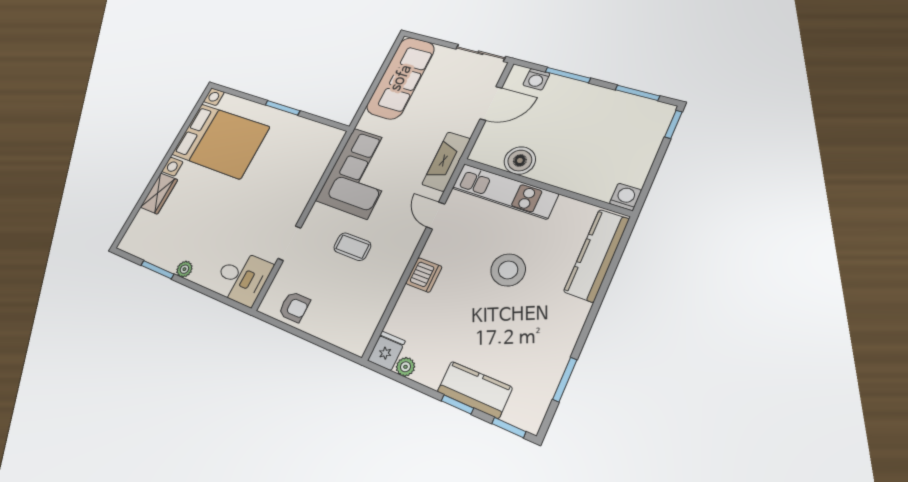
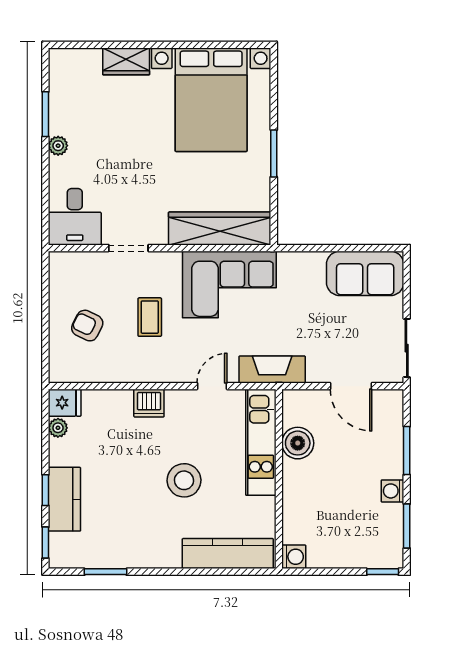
sofa: (401, 78) -> (365, 273), width x0.73
washing machine: (536, 79) -> (393, 491), moved
wardrobe: (314, 166) -> (220, 229), added
armchair: (294, 307) -> (87, 326), moved, turned 116

